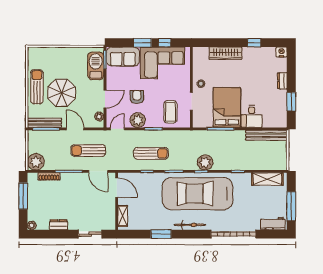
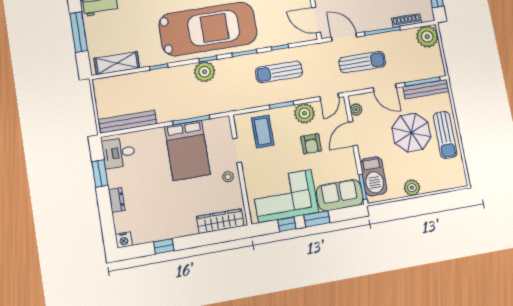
plant: (69, 53) -> (412, 188), added
wardrobe: (225, 53) -> (220, 221), moved
desk: (252, 116) -> (119, 153), moved, turned -90

